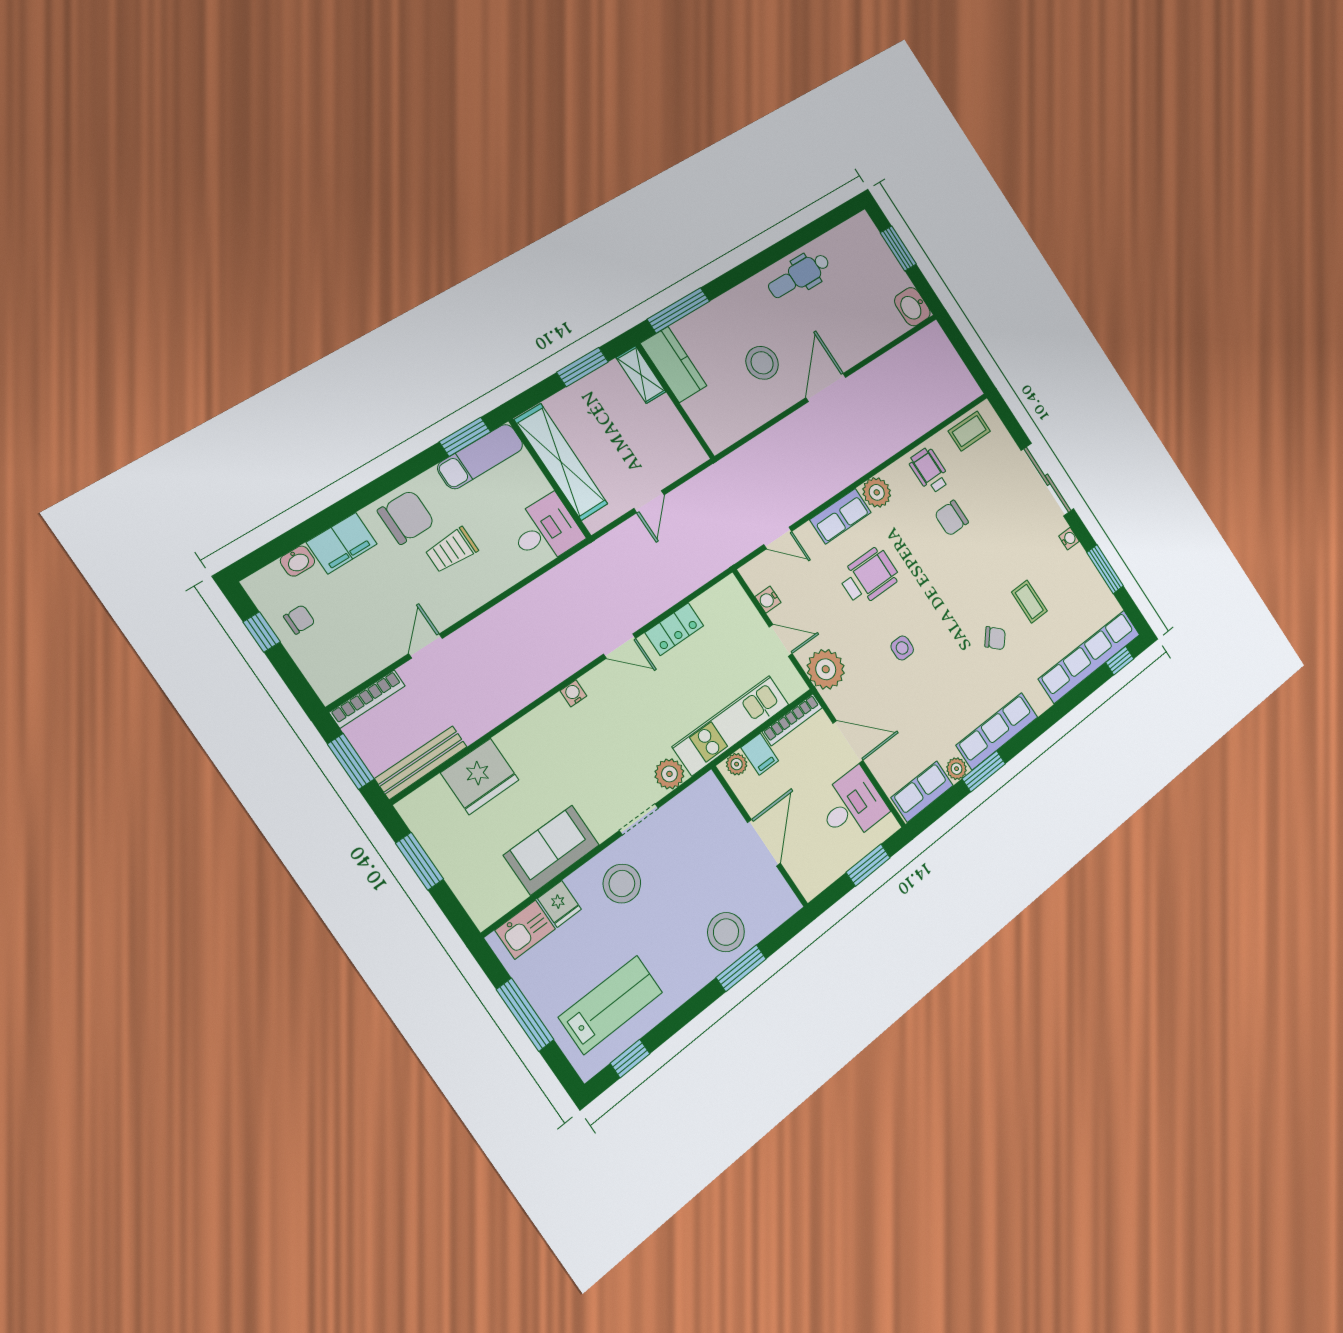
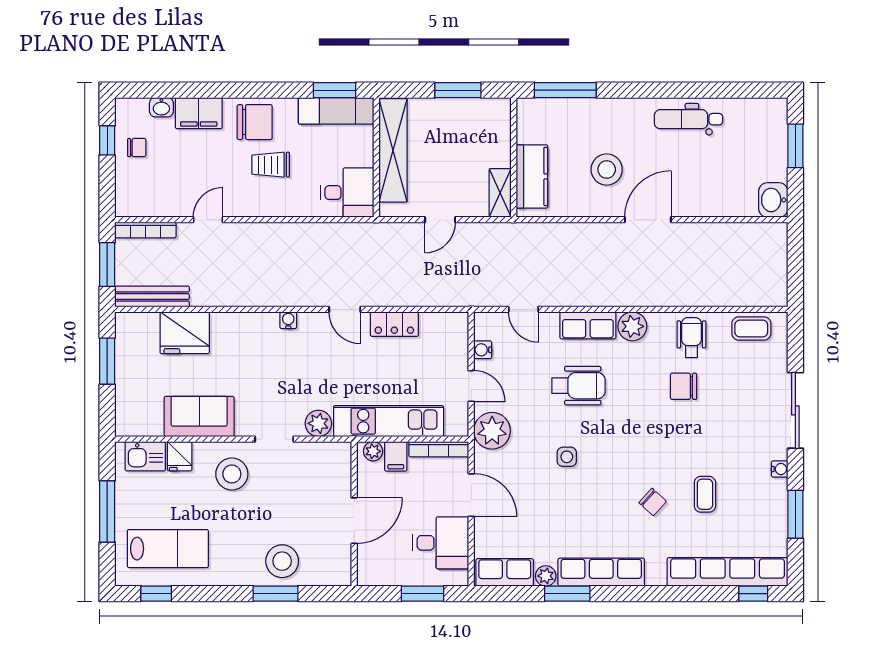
kitchen counter: (674, 365) -> (532, 176), moved
shelving: (641, 375) -> (500, 193), moved

